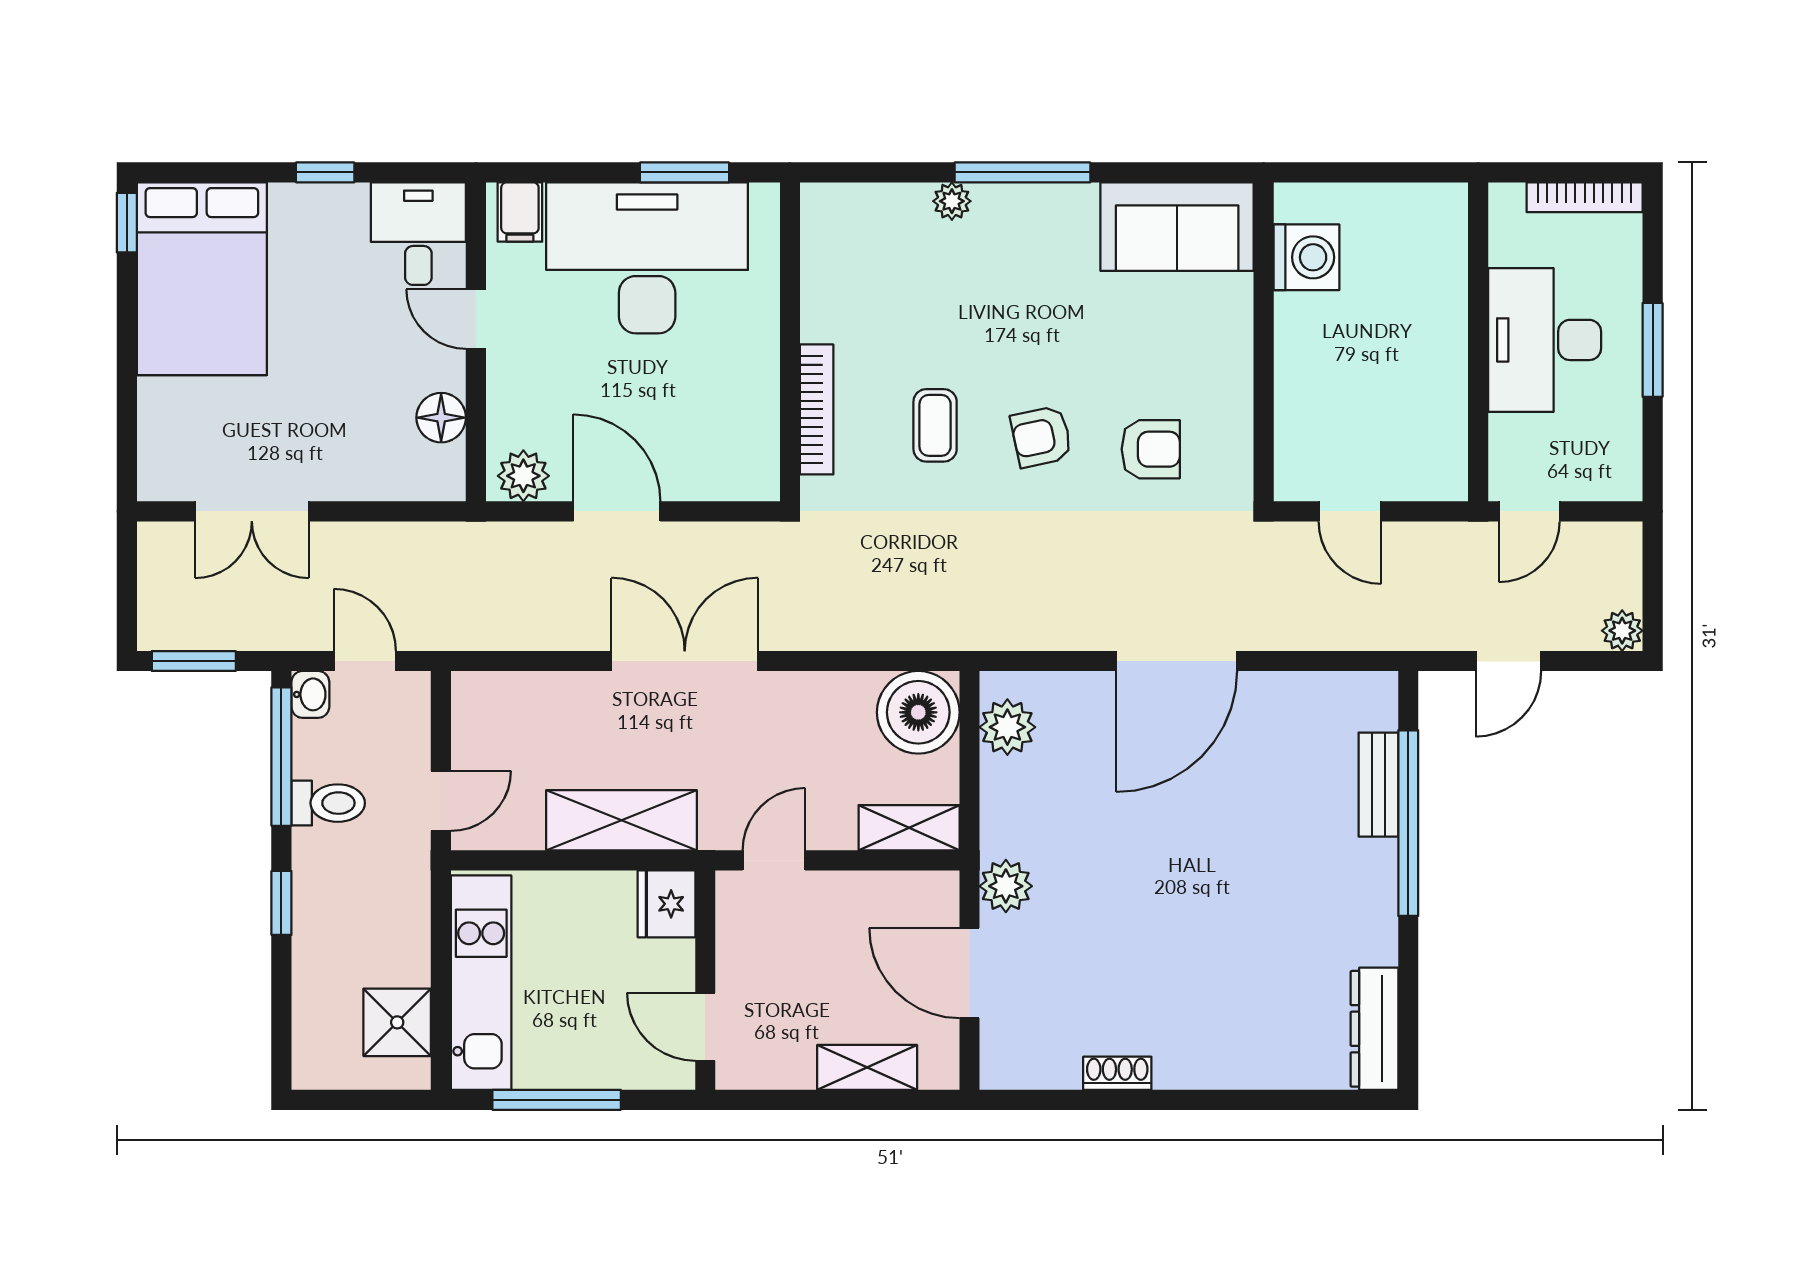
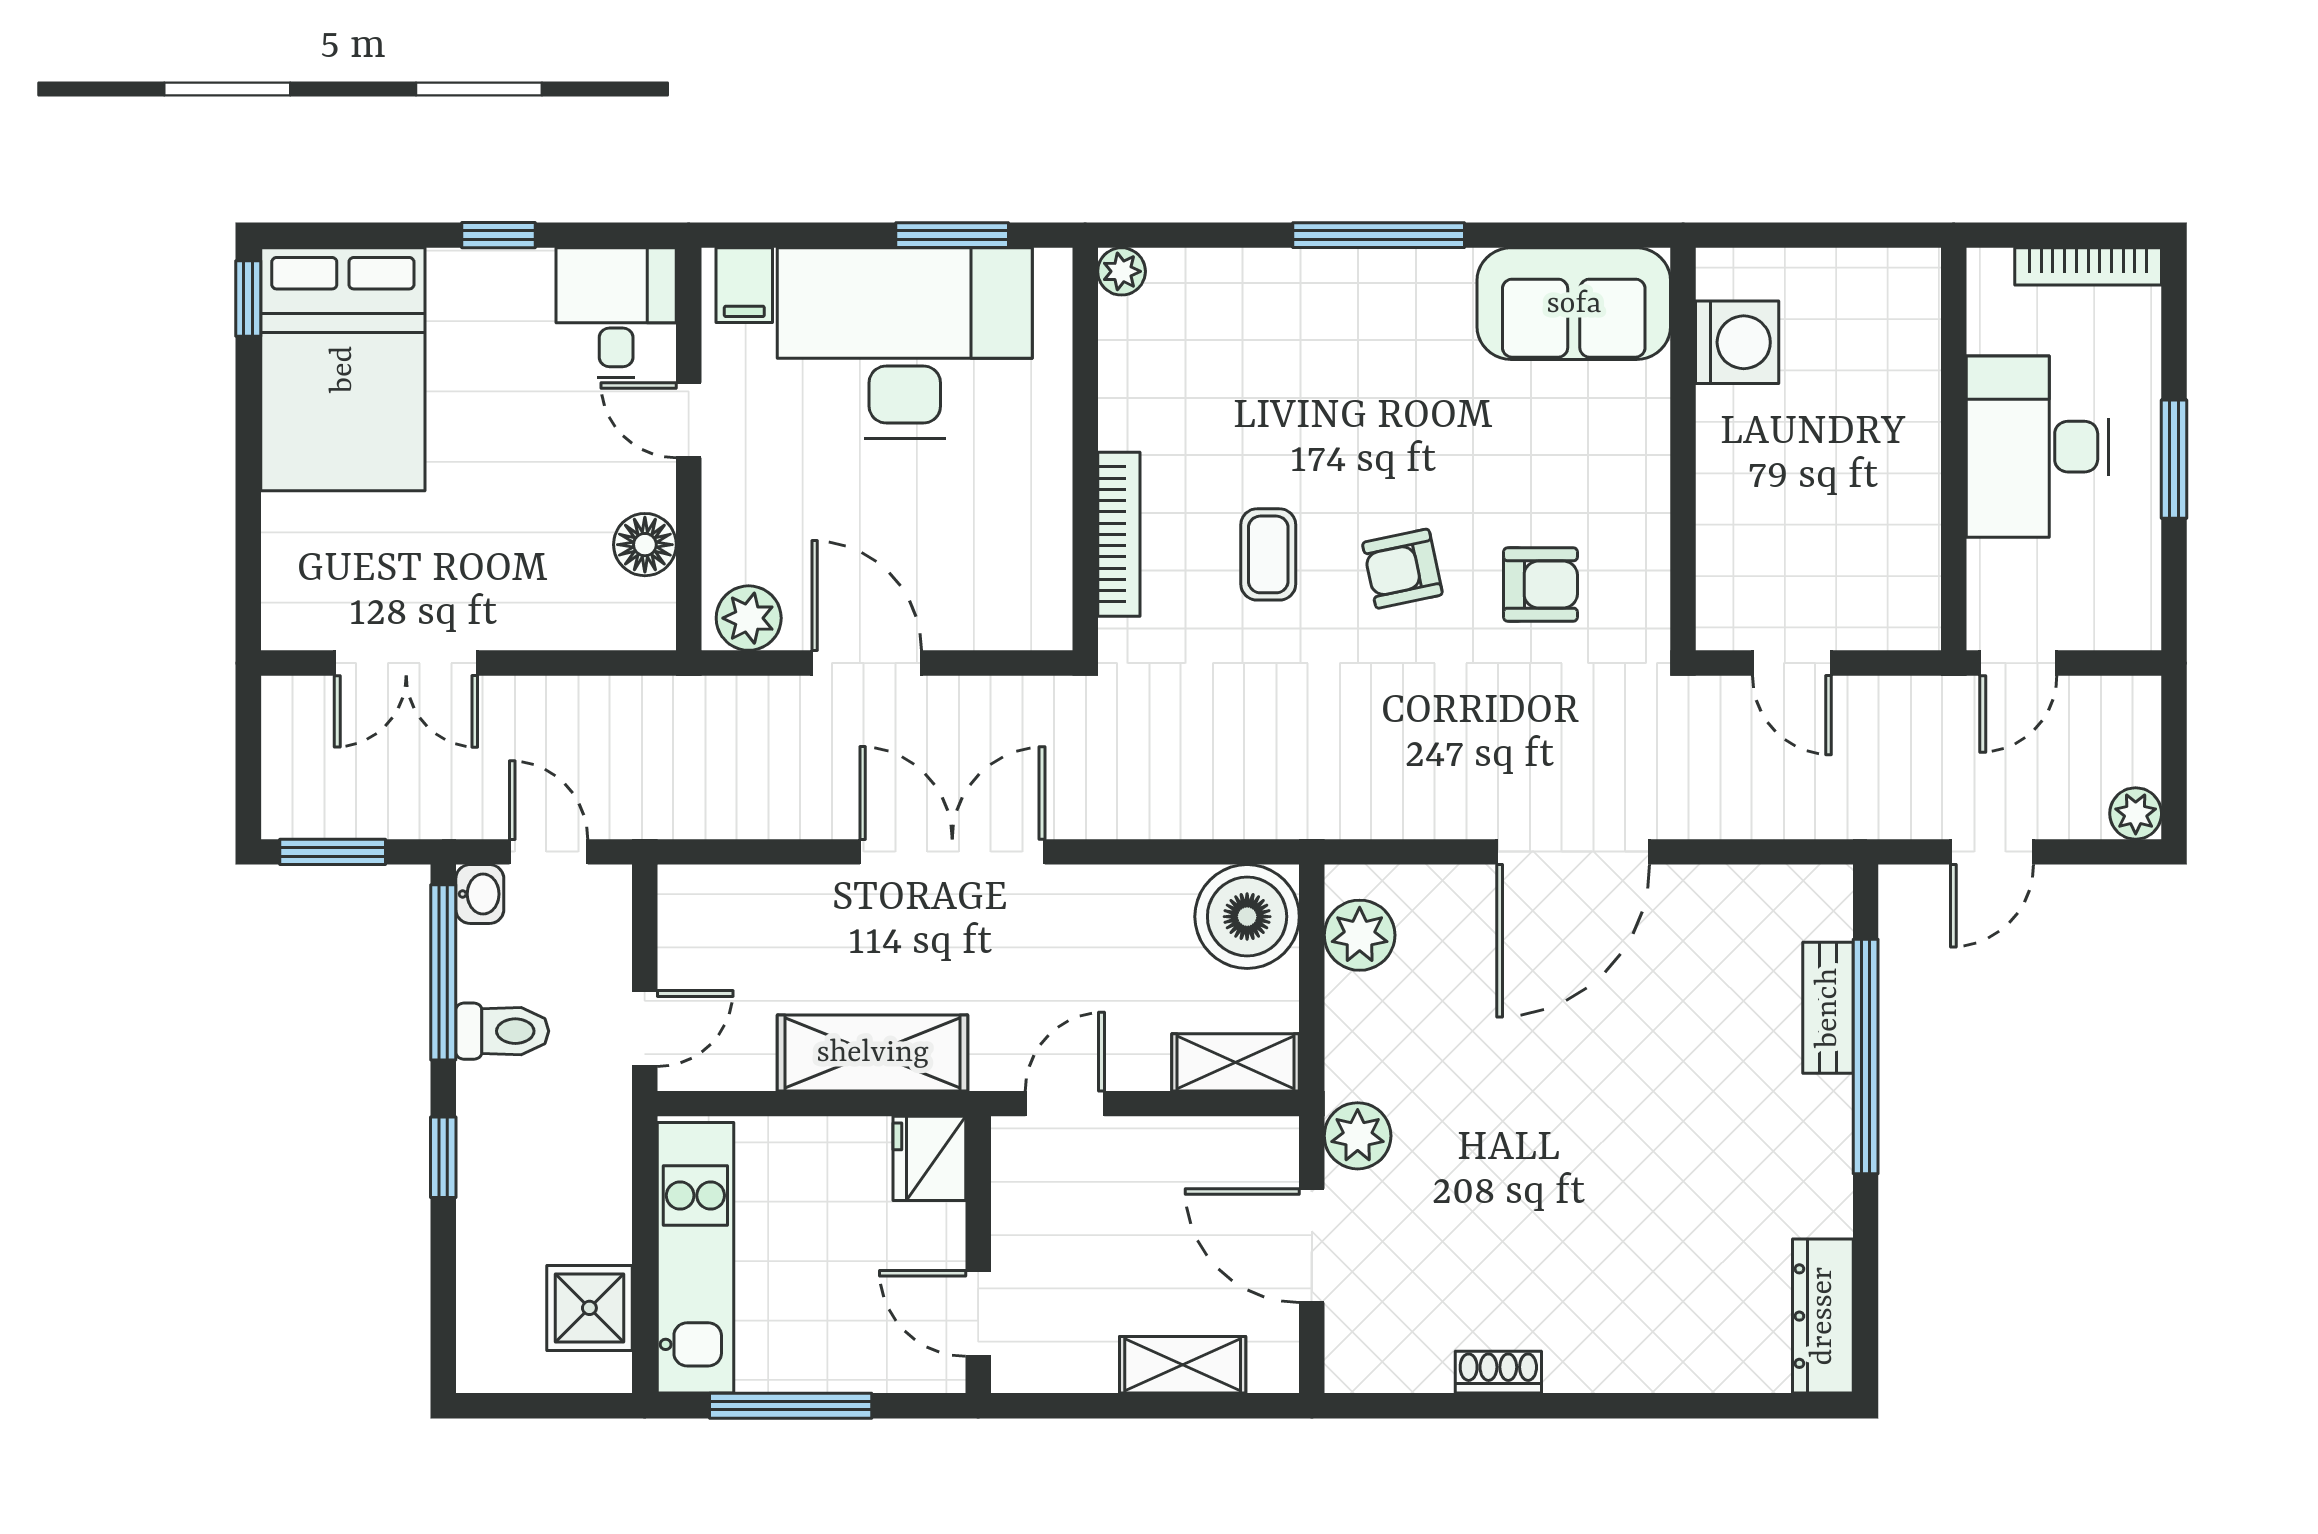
plant: (952, 201) -> (1122, 271), moved

